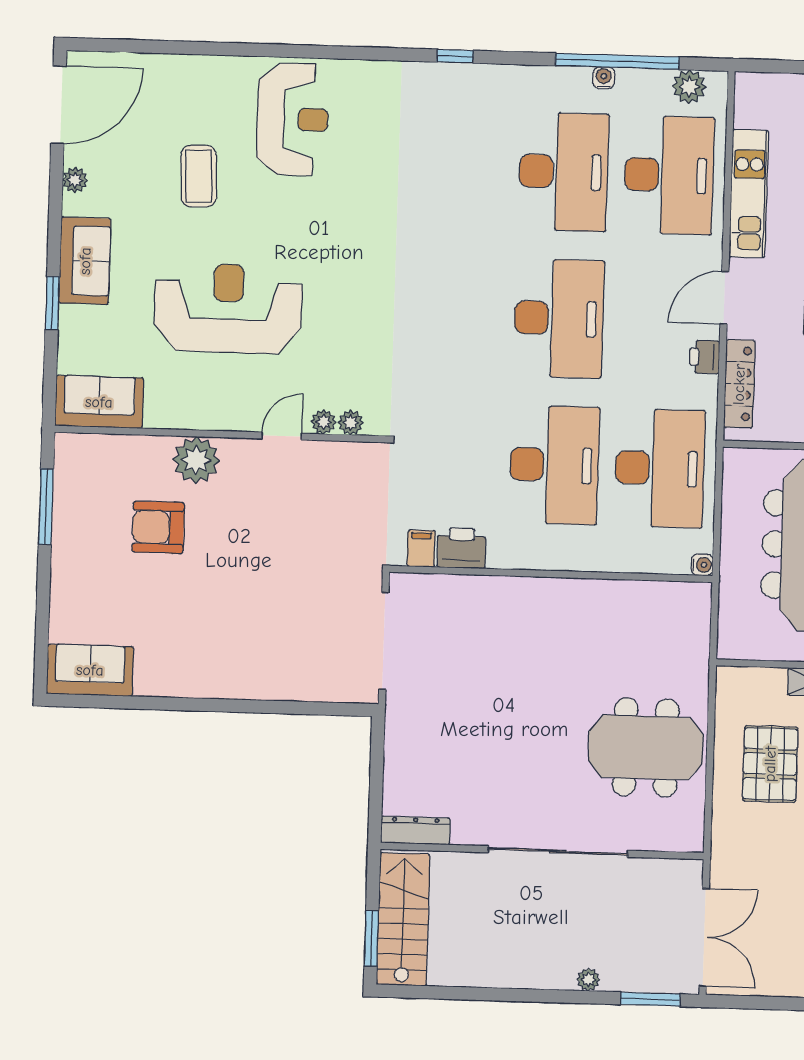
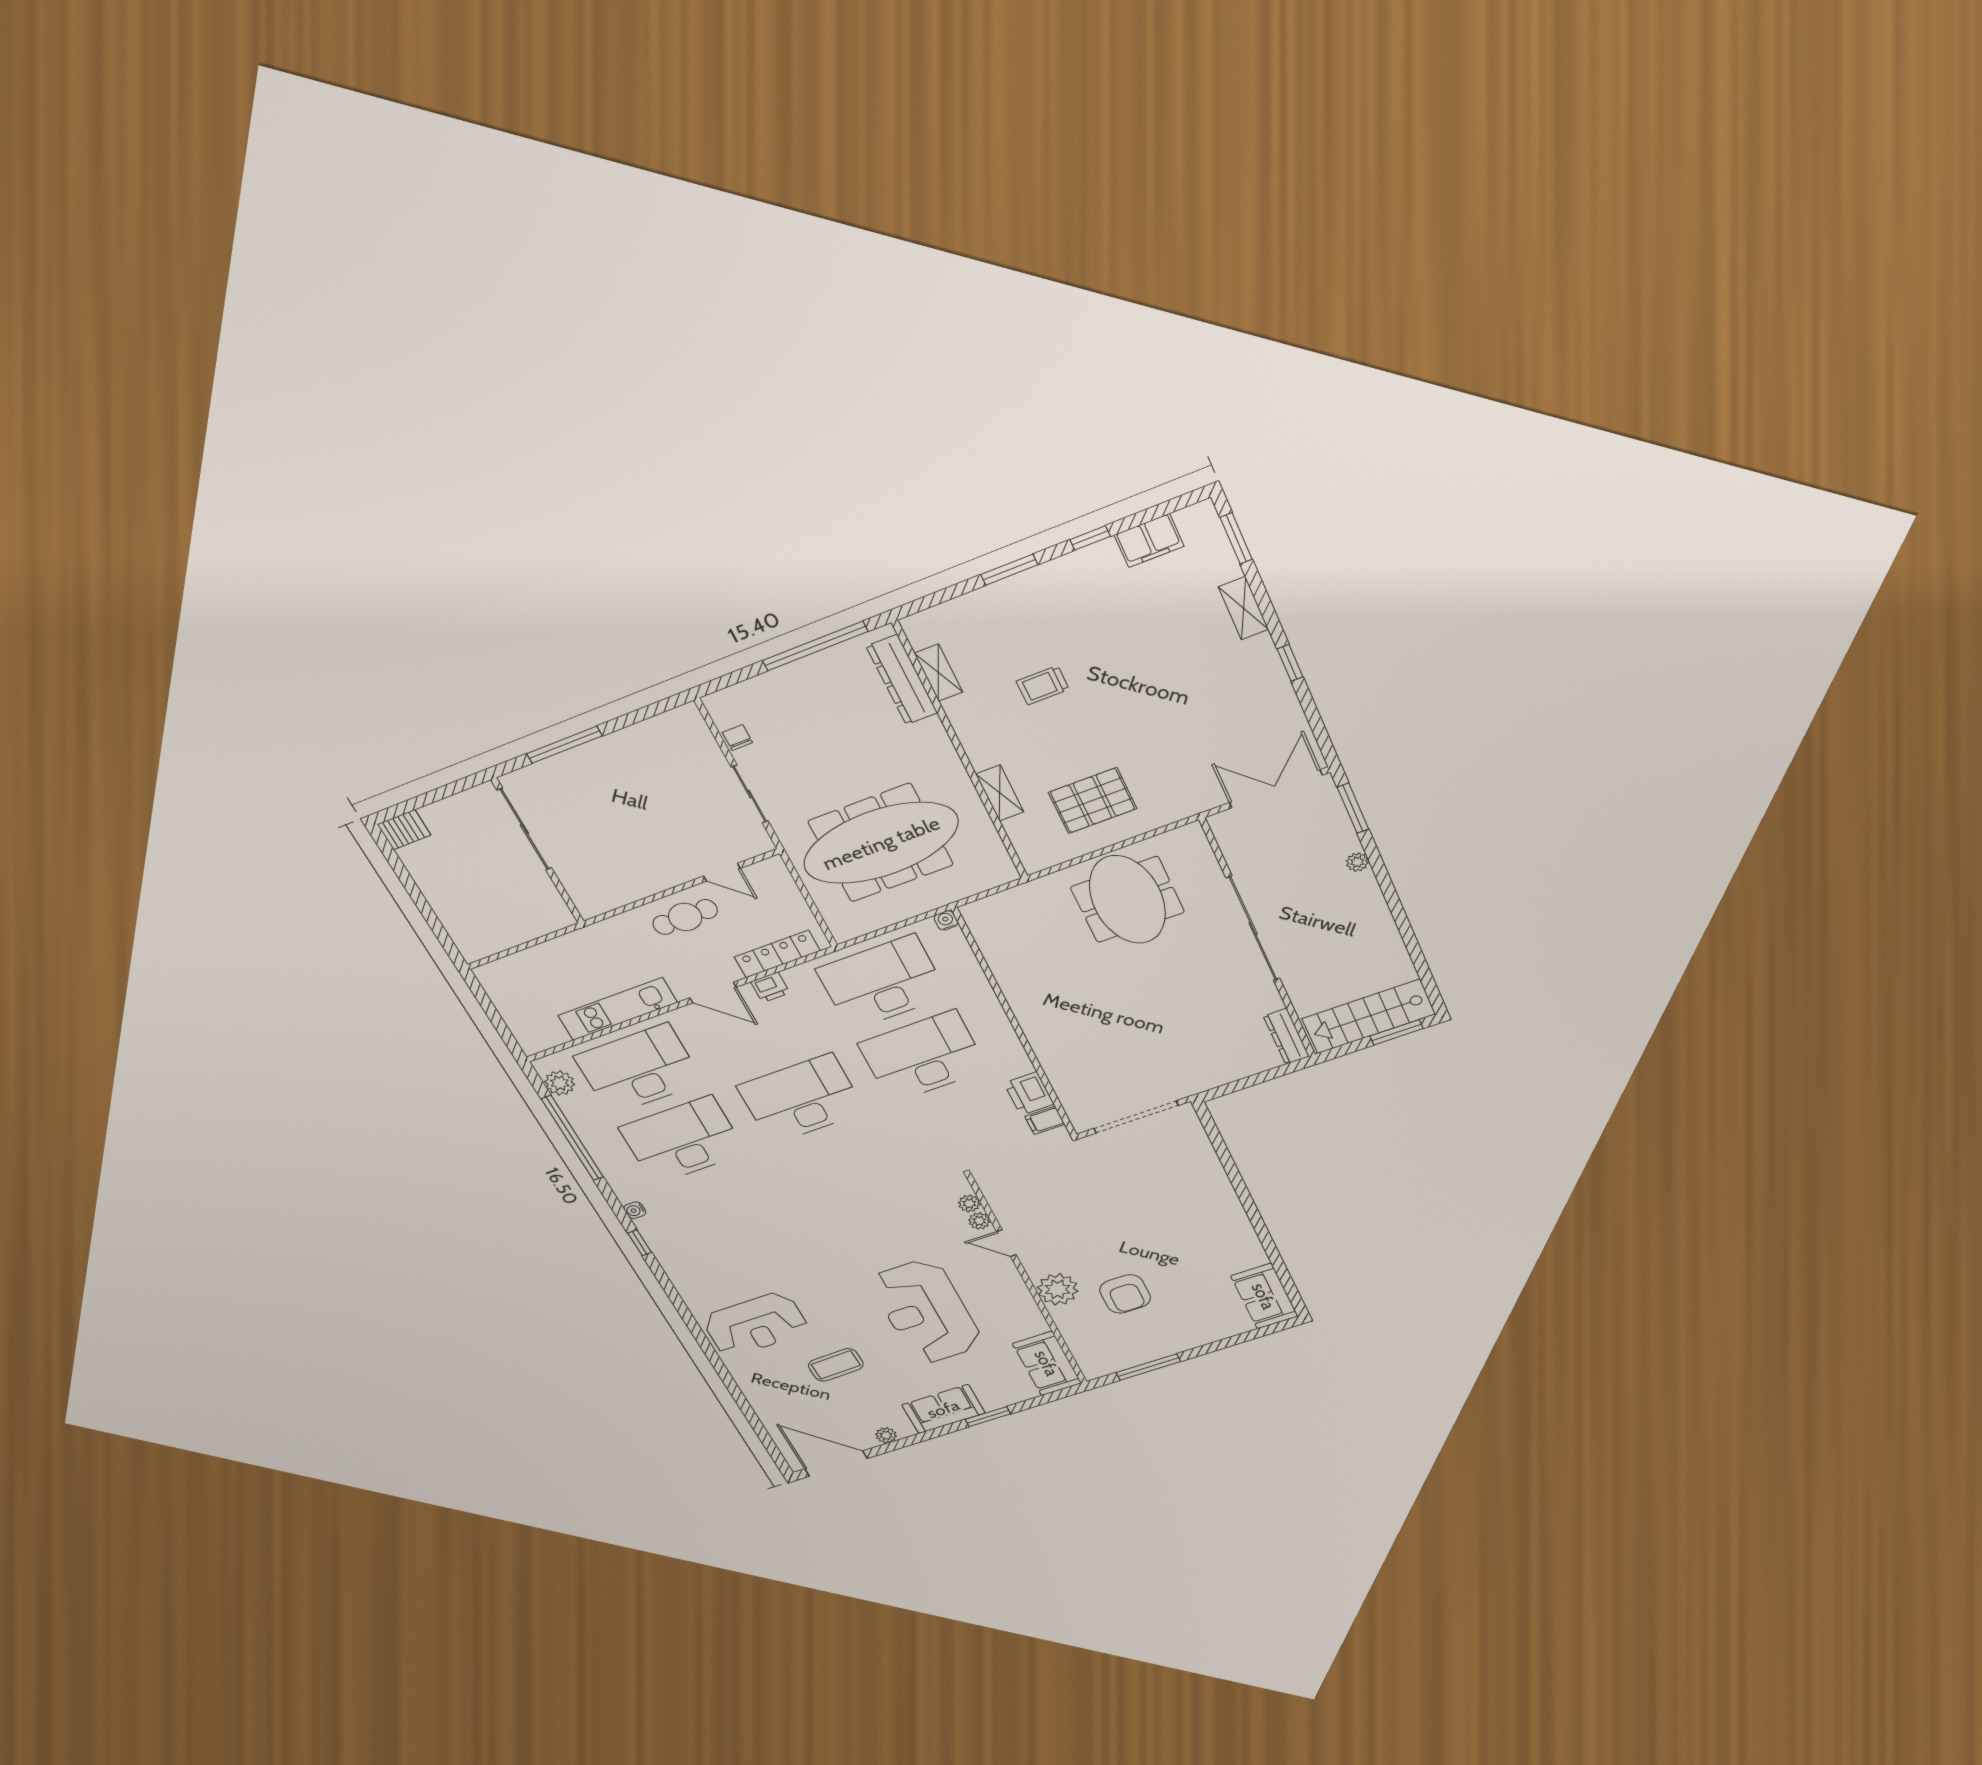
water cooler: (604, 78) -> (635, 1210), moved
reception desk: (293, 119) -> (755, 1324), turned 180

